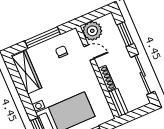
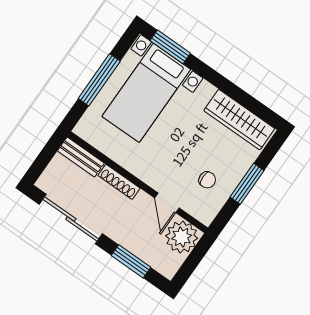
window: (43, 37) -> (247, 184), width x0.69
door: (89, 53) -> (167, 203), hinge flipped

